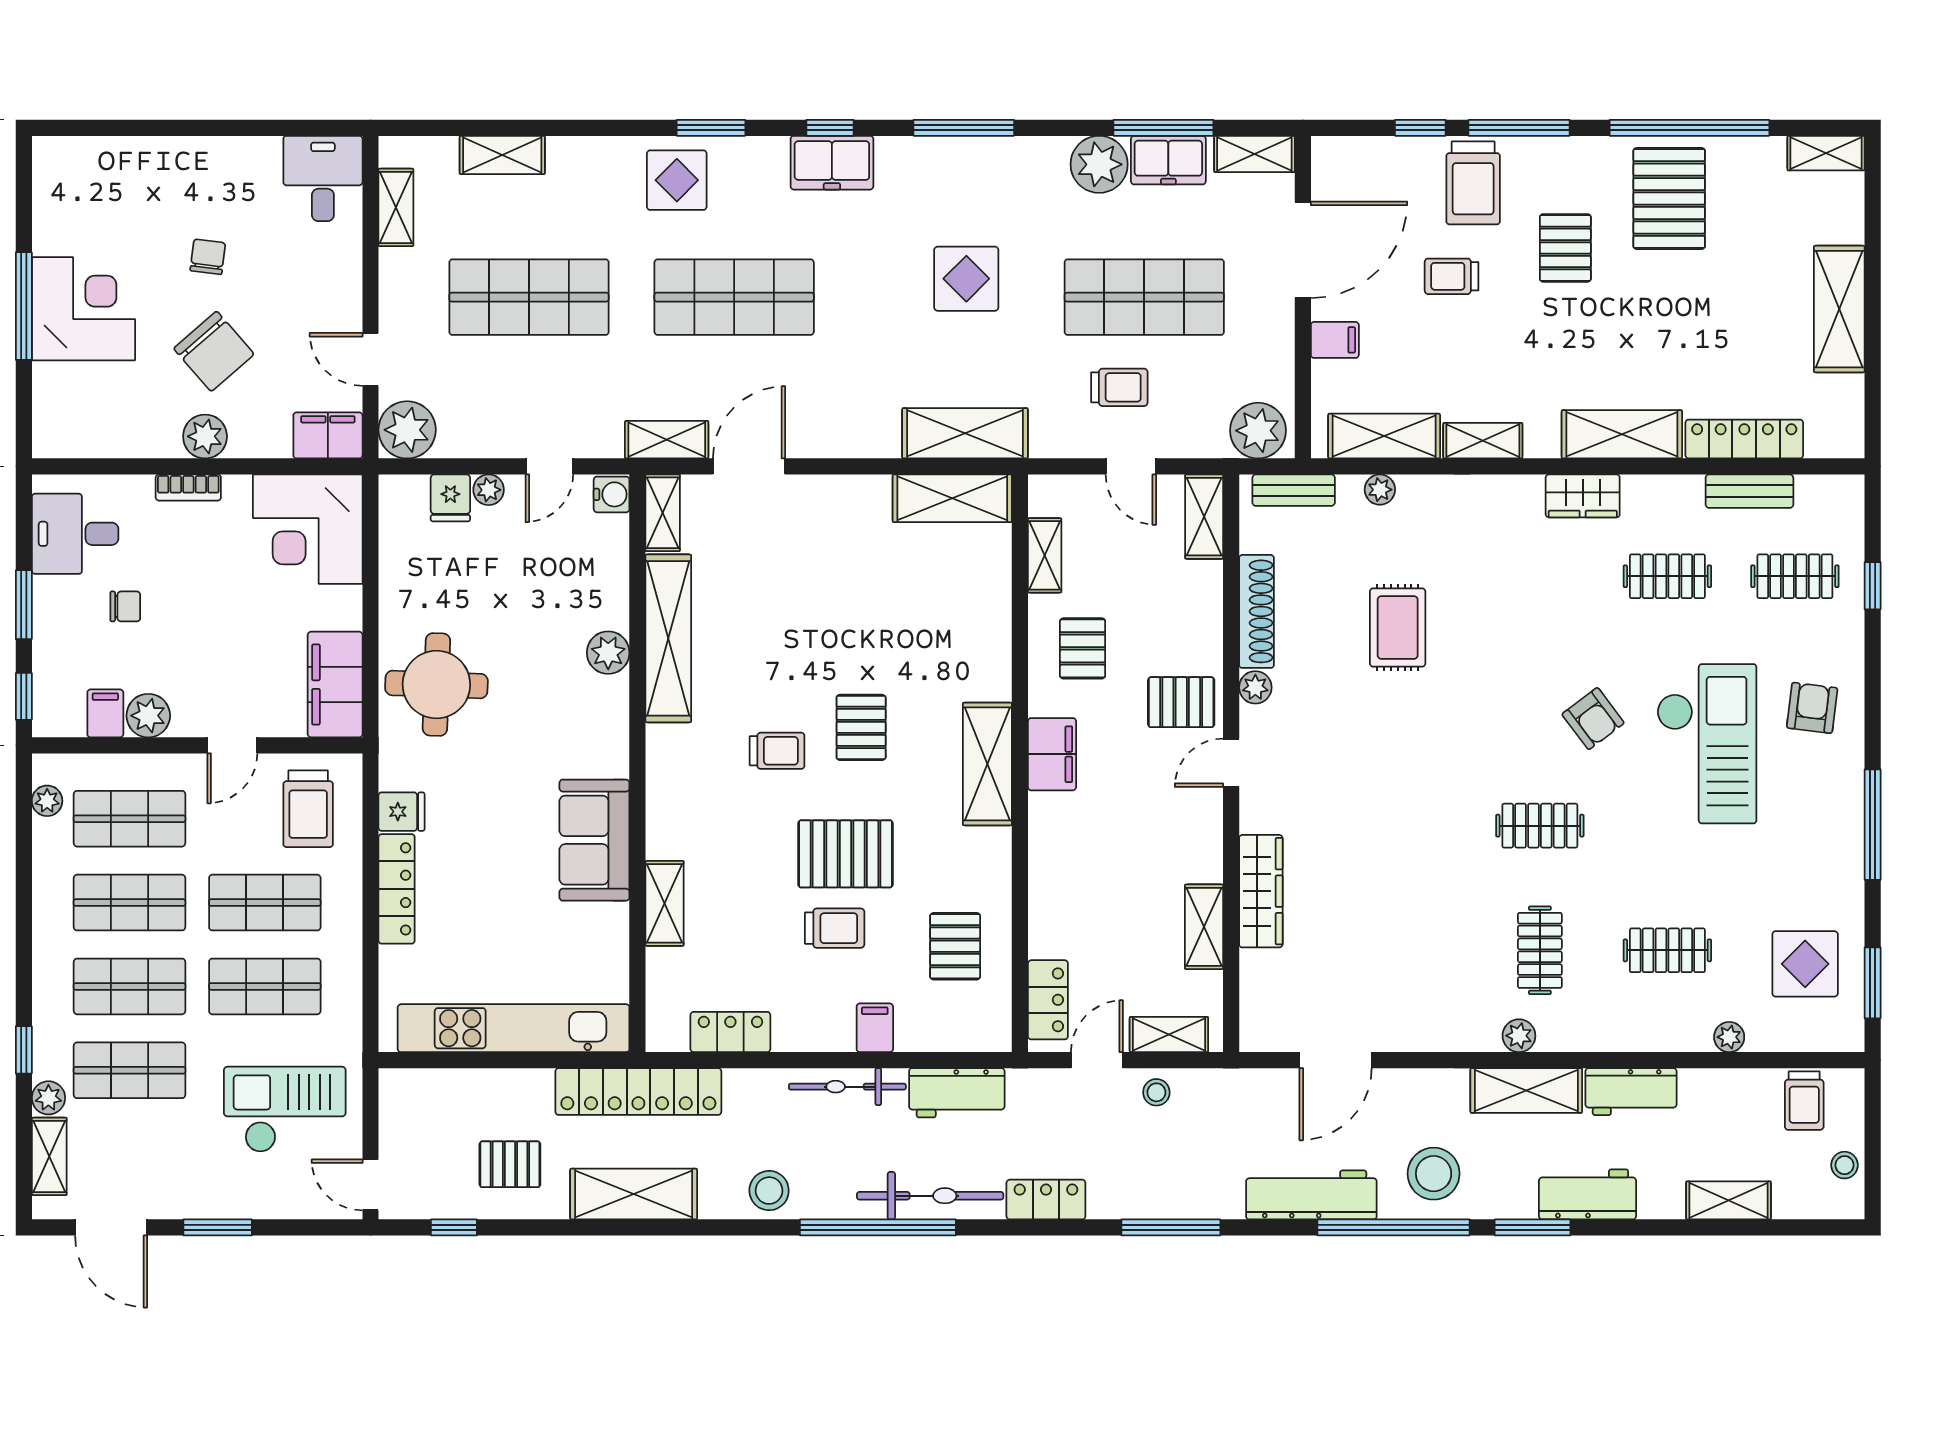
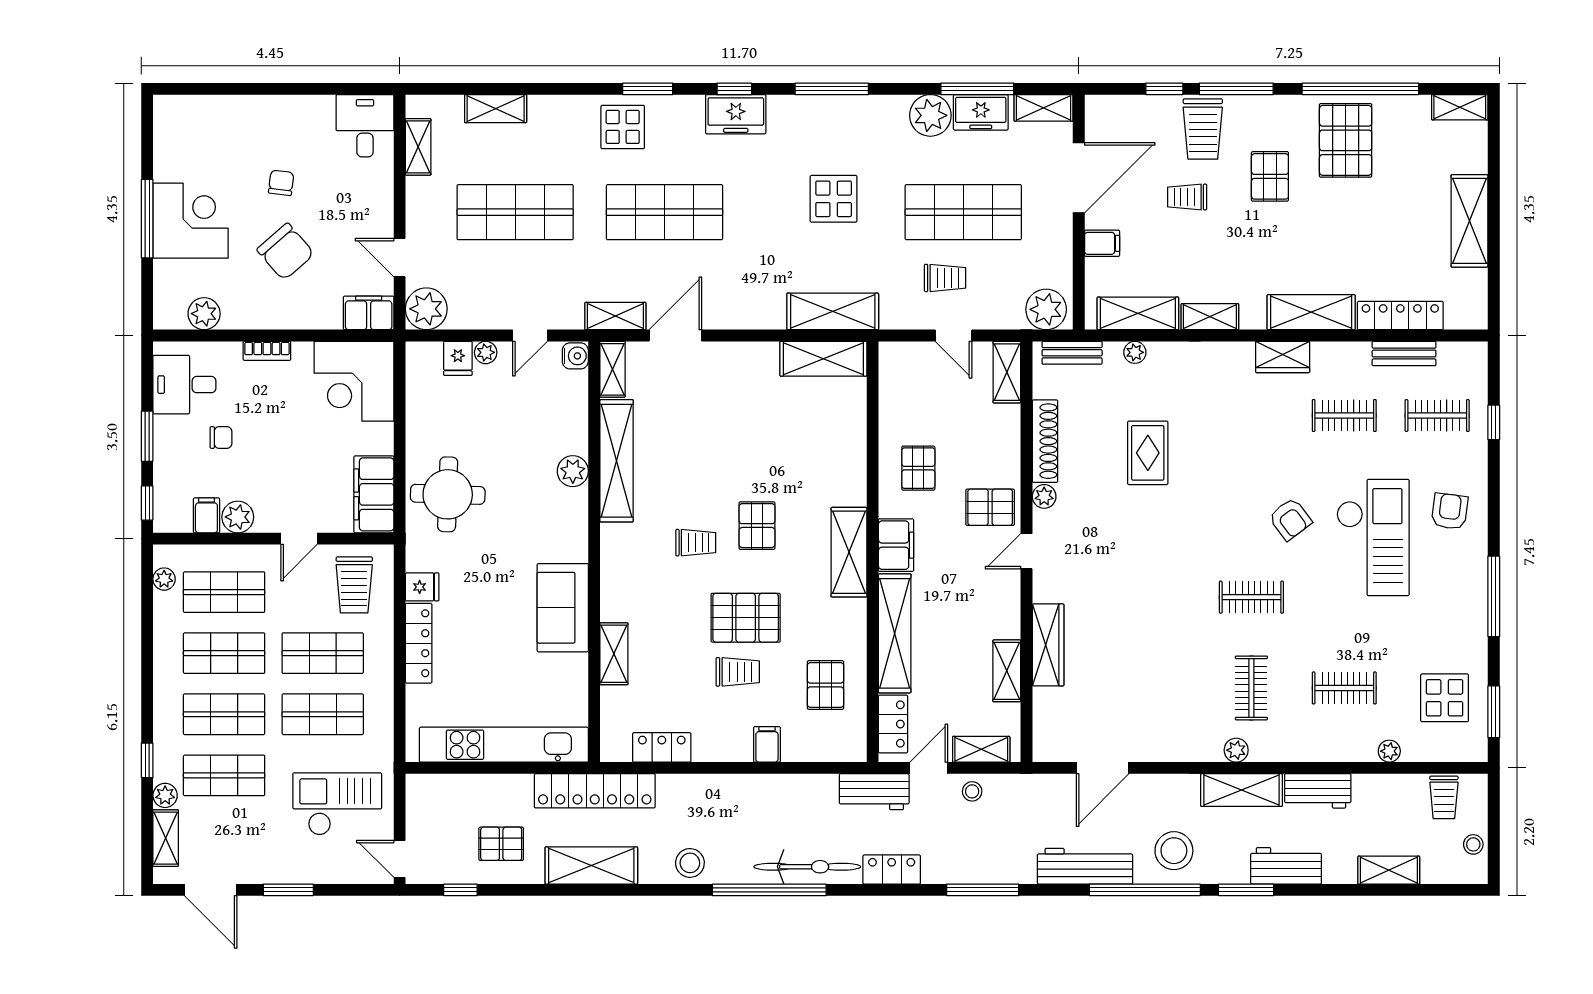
plant: (205, 436) -> (204, 314), moved
shelving: (1045, 555) -> (895, 633), moved, width x2.20, depth x1.33
bicycle: (847, 1087) -> (747, 787), removed
workbench: (957, 1093) -> (874, 792), moved

